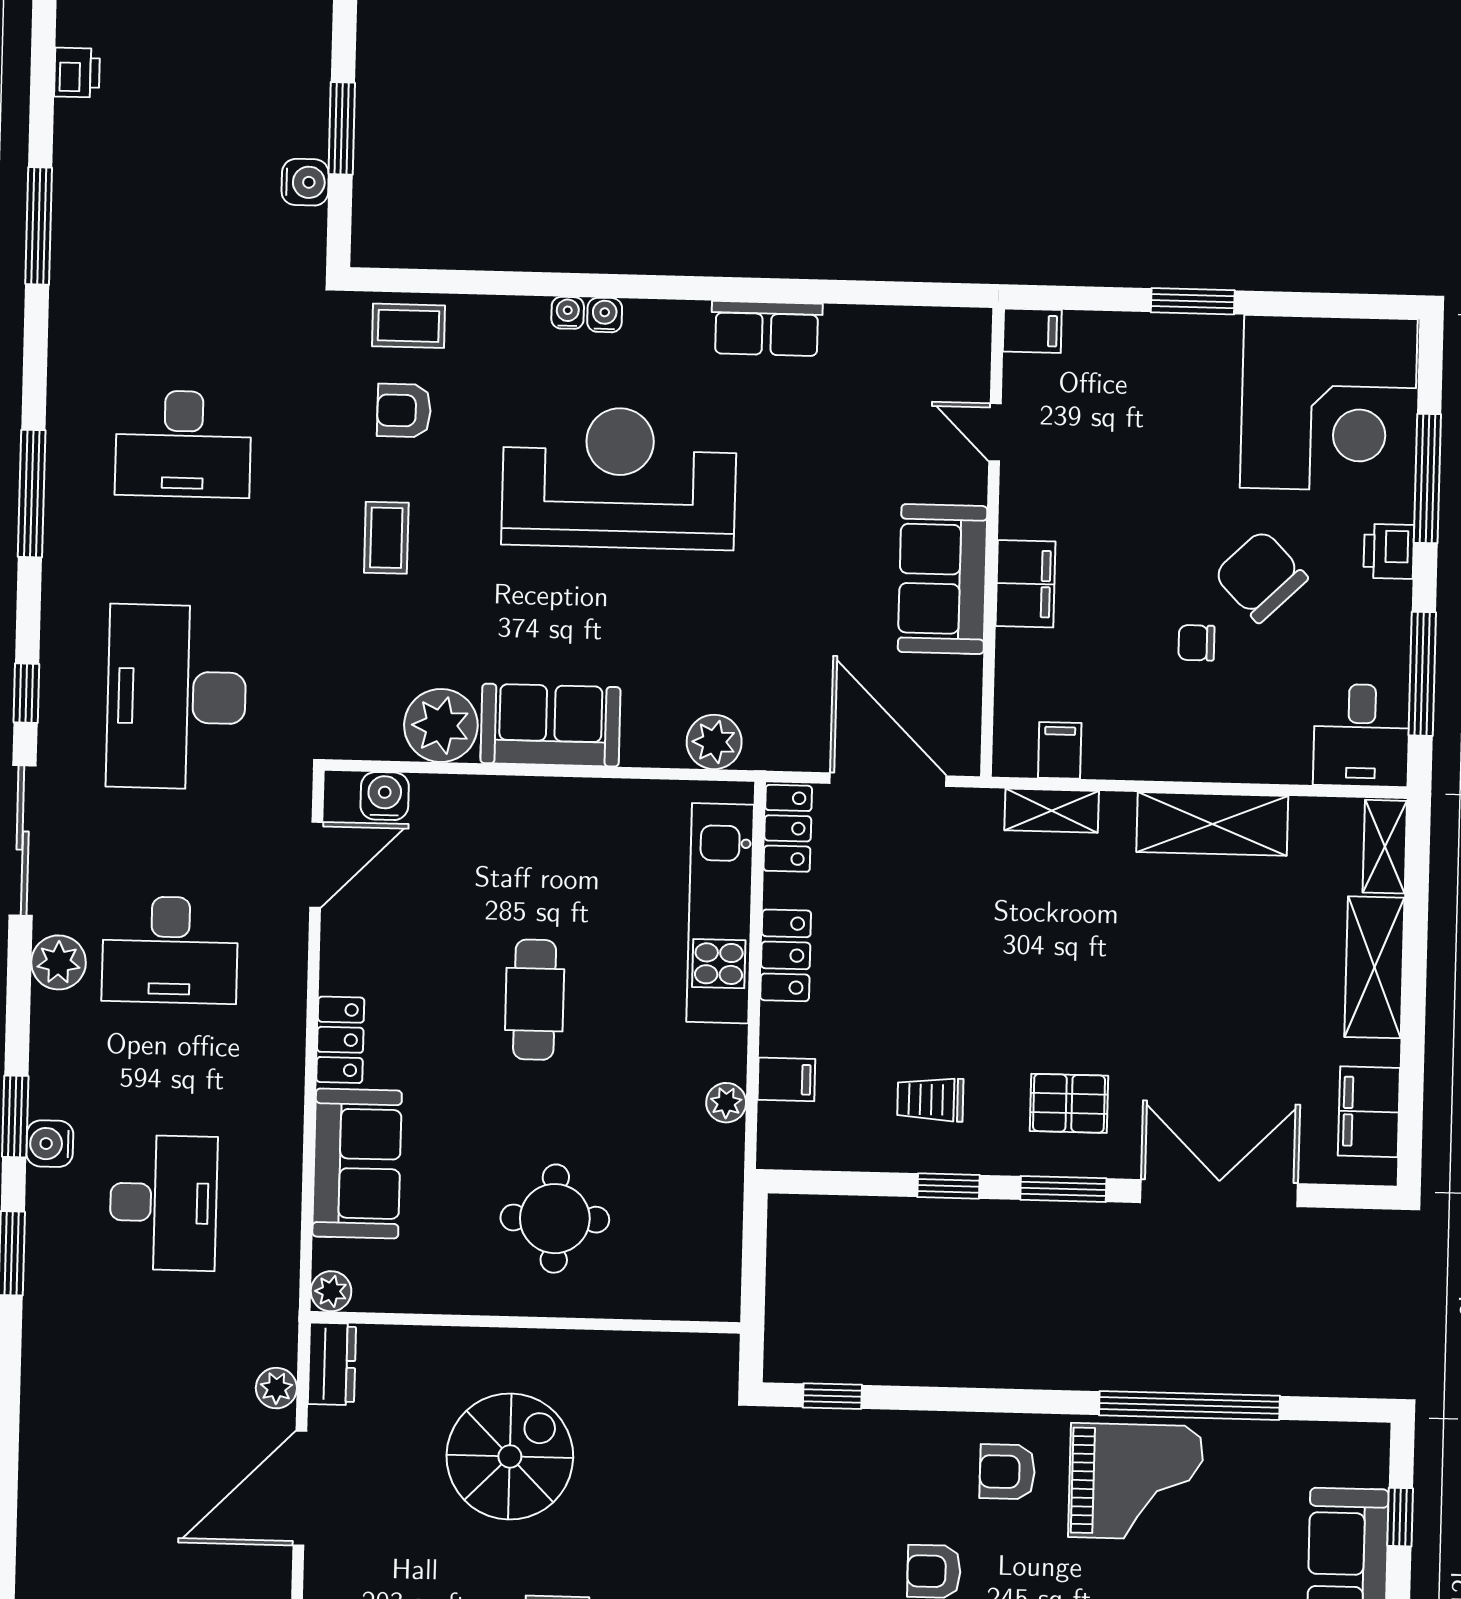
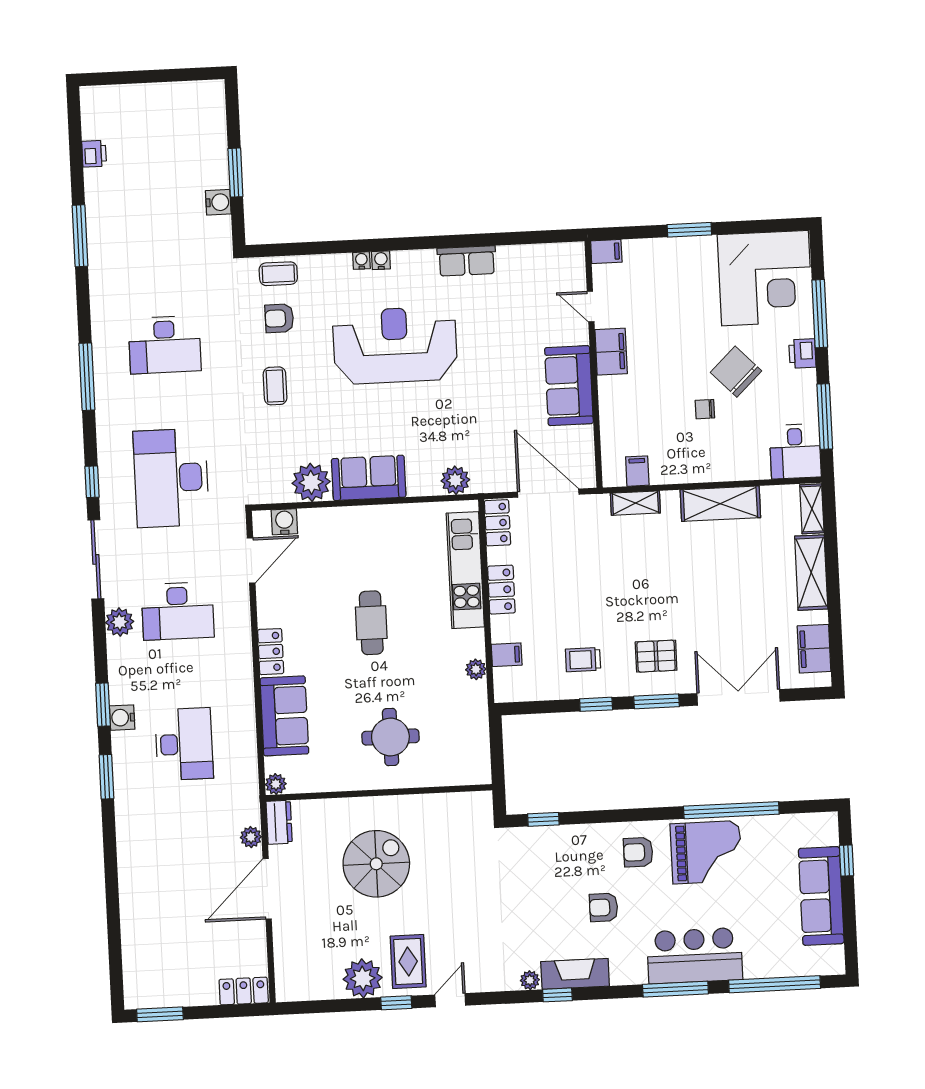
filing cabinet: (1026, 584) -> (611, 352), moved

